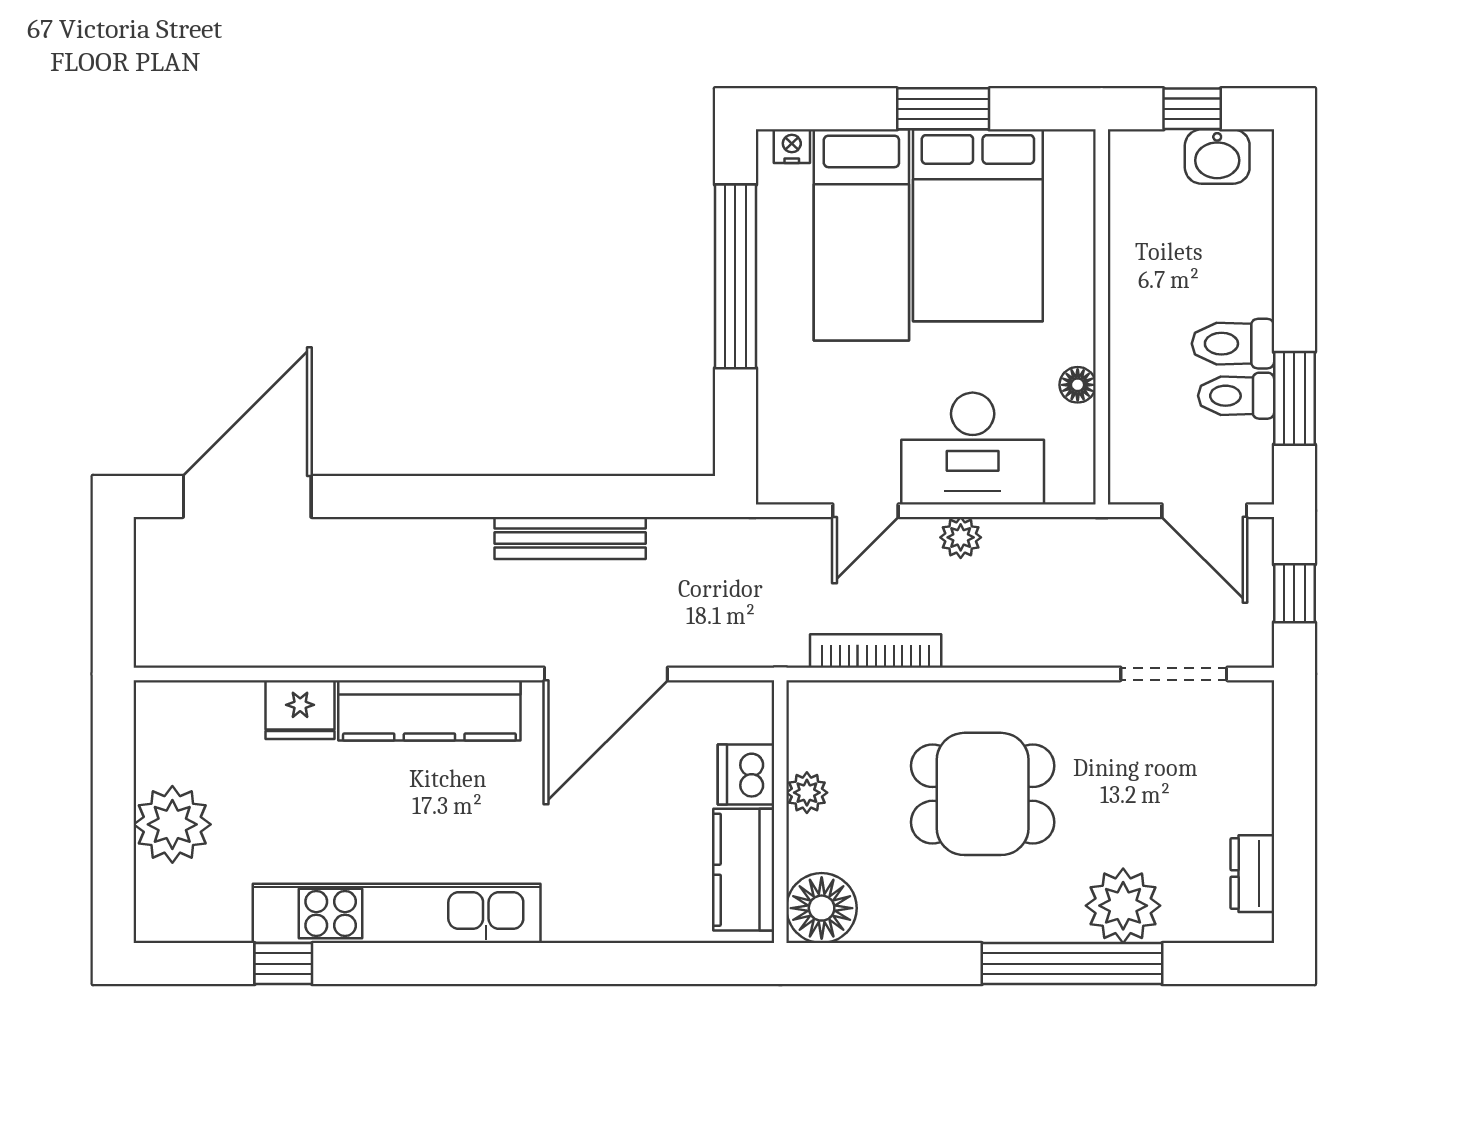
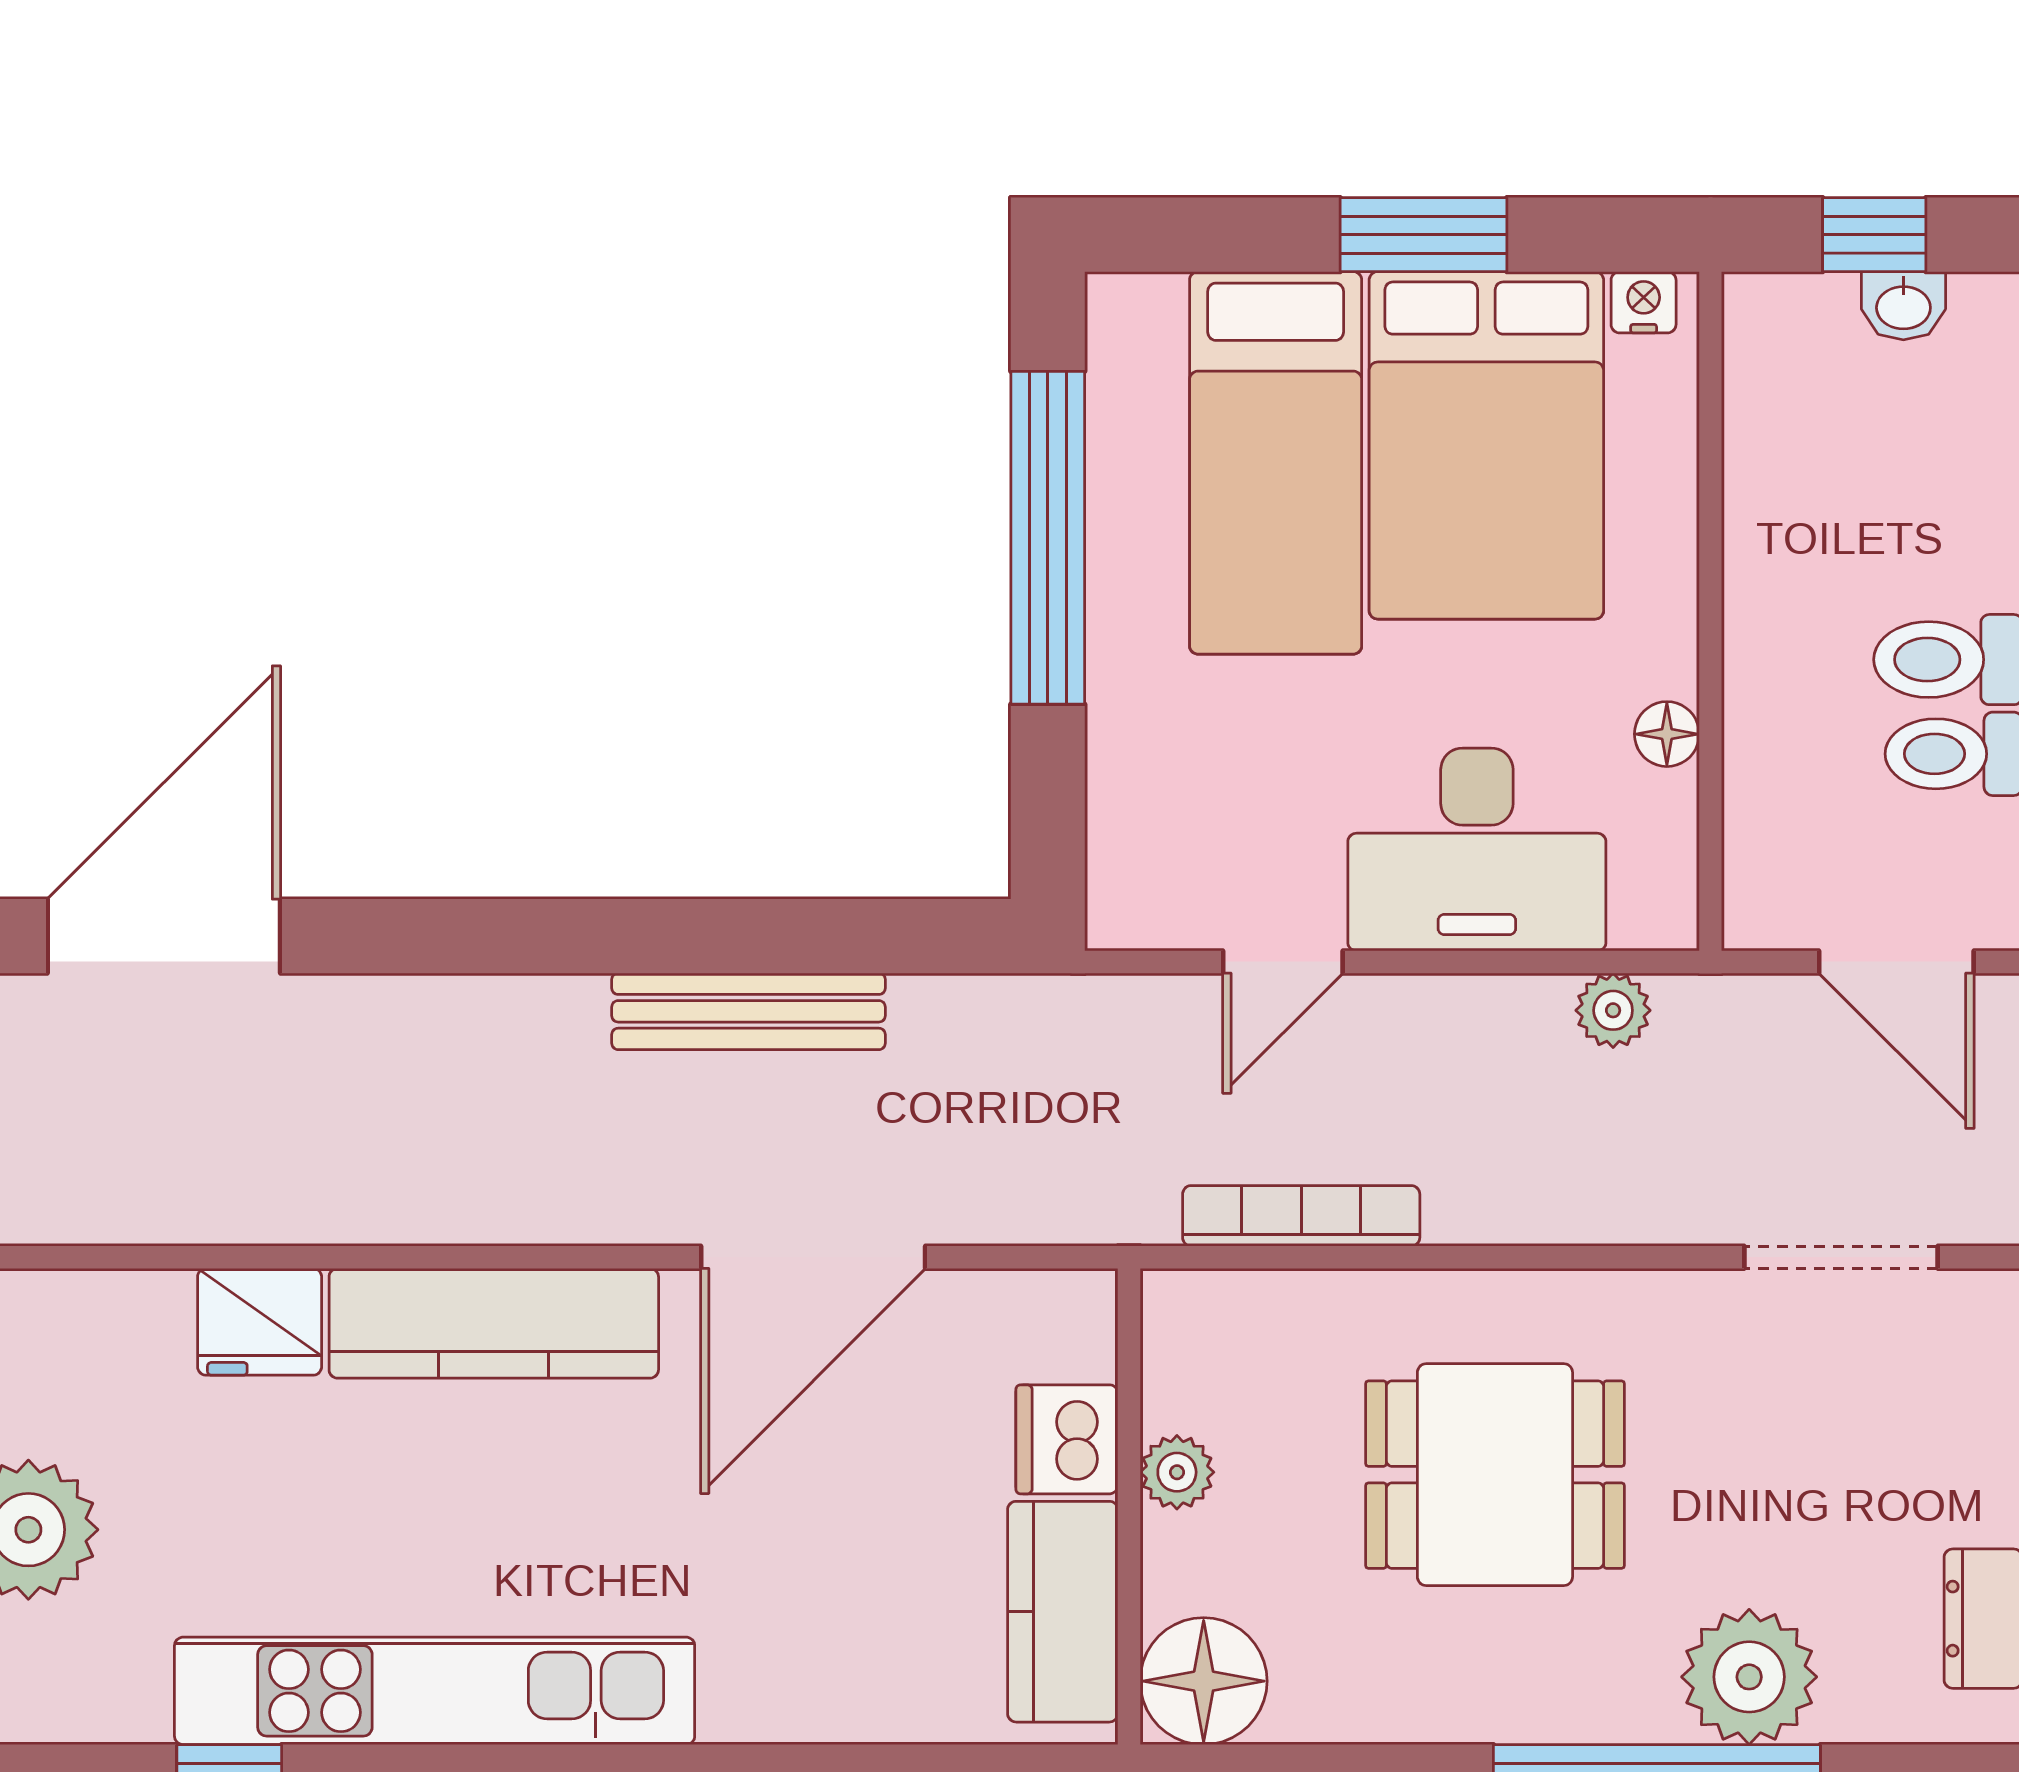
nightstand: (792, 146) -> (1644, 302), moved
washbasin: (1217, 157) -> (1903, 306), width x0.72, depth x0.69
plant: (961, 537) -> (1613, 1010), moved

